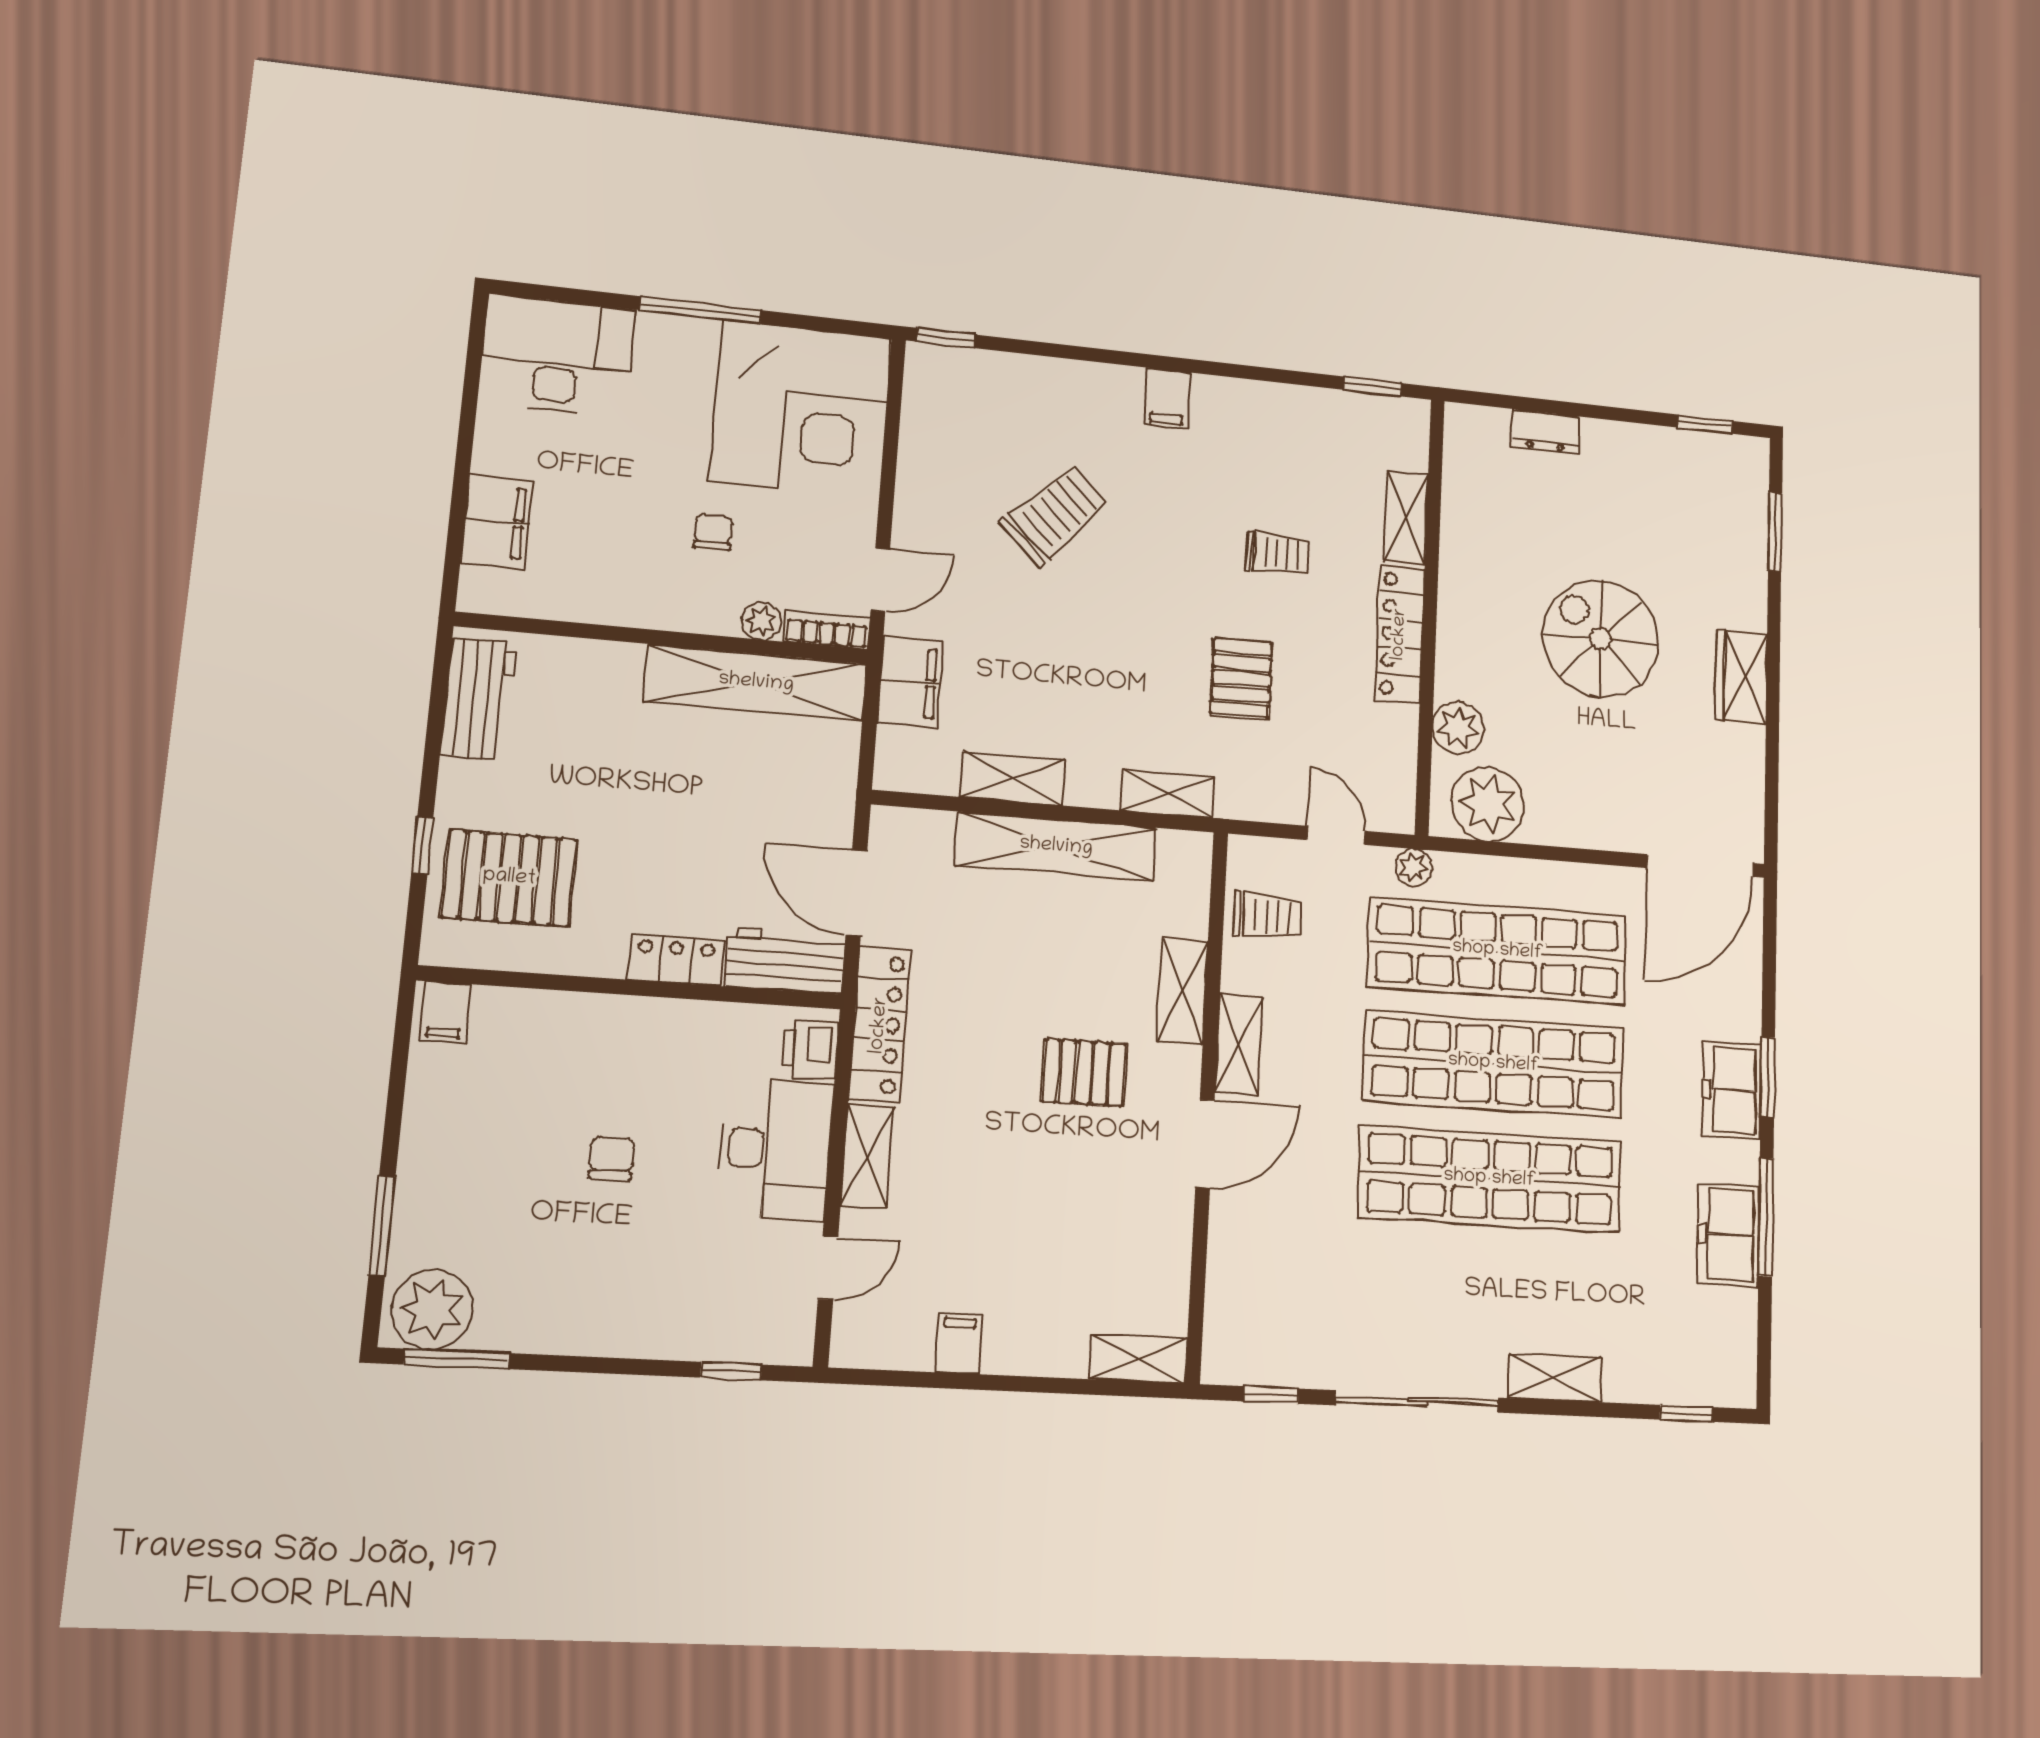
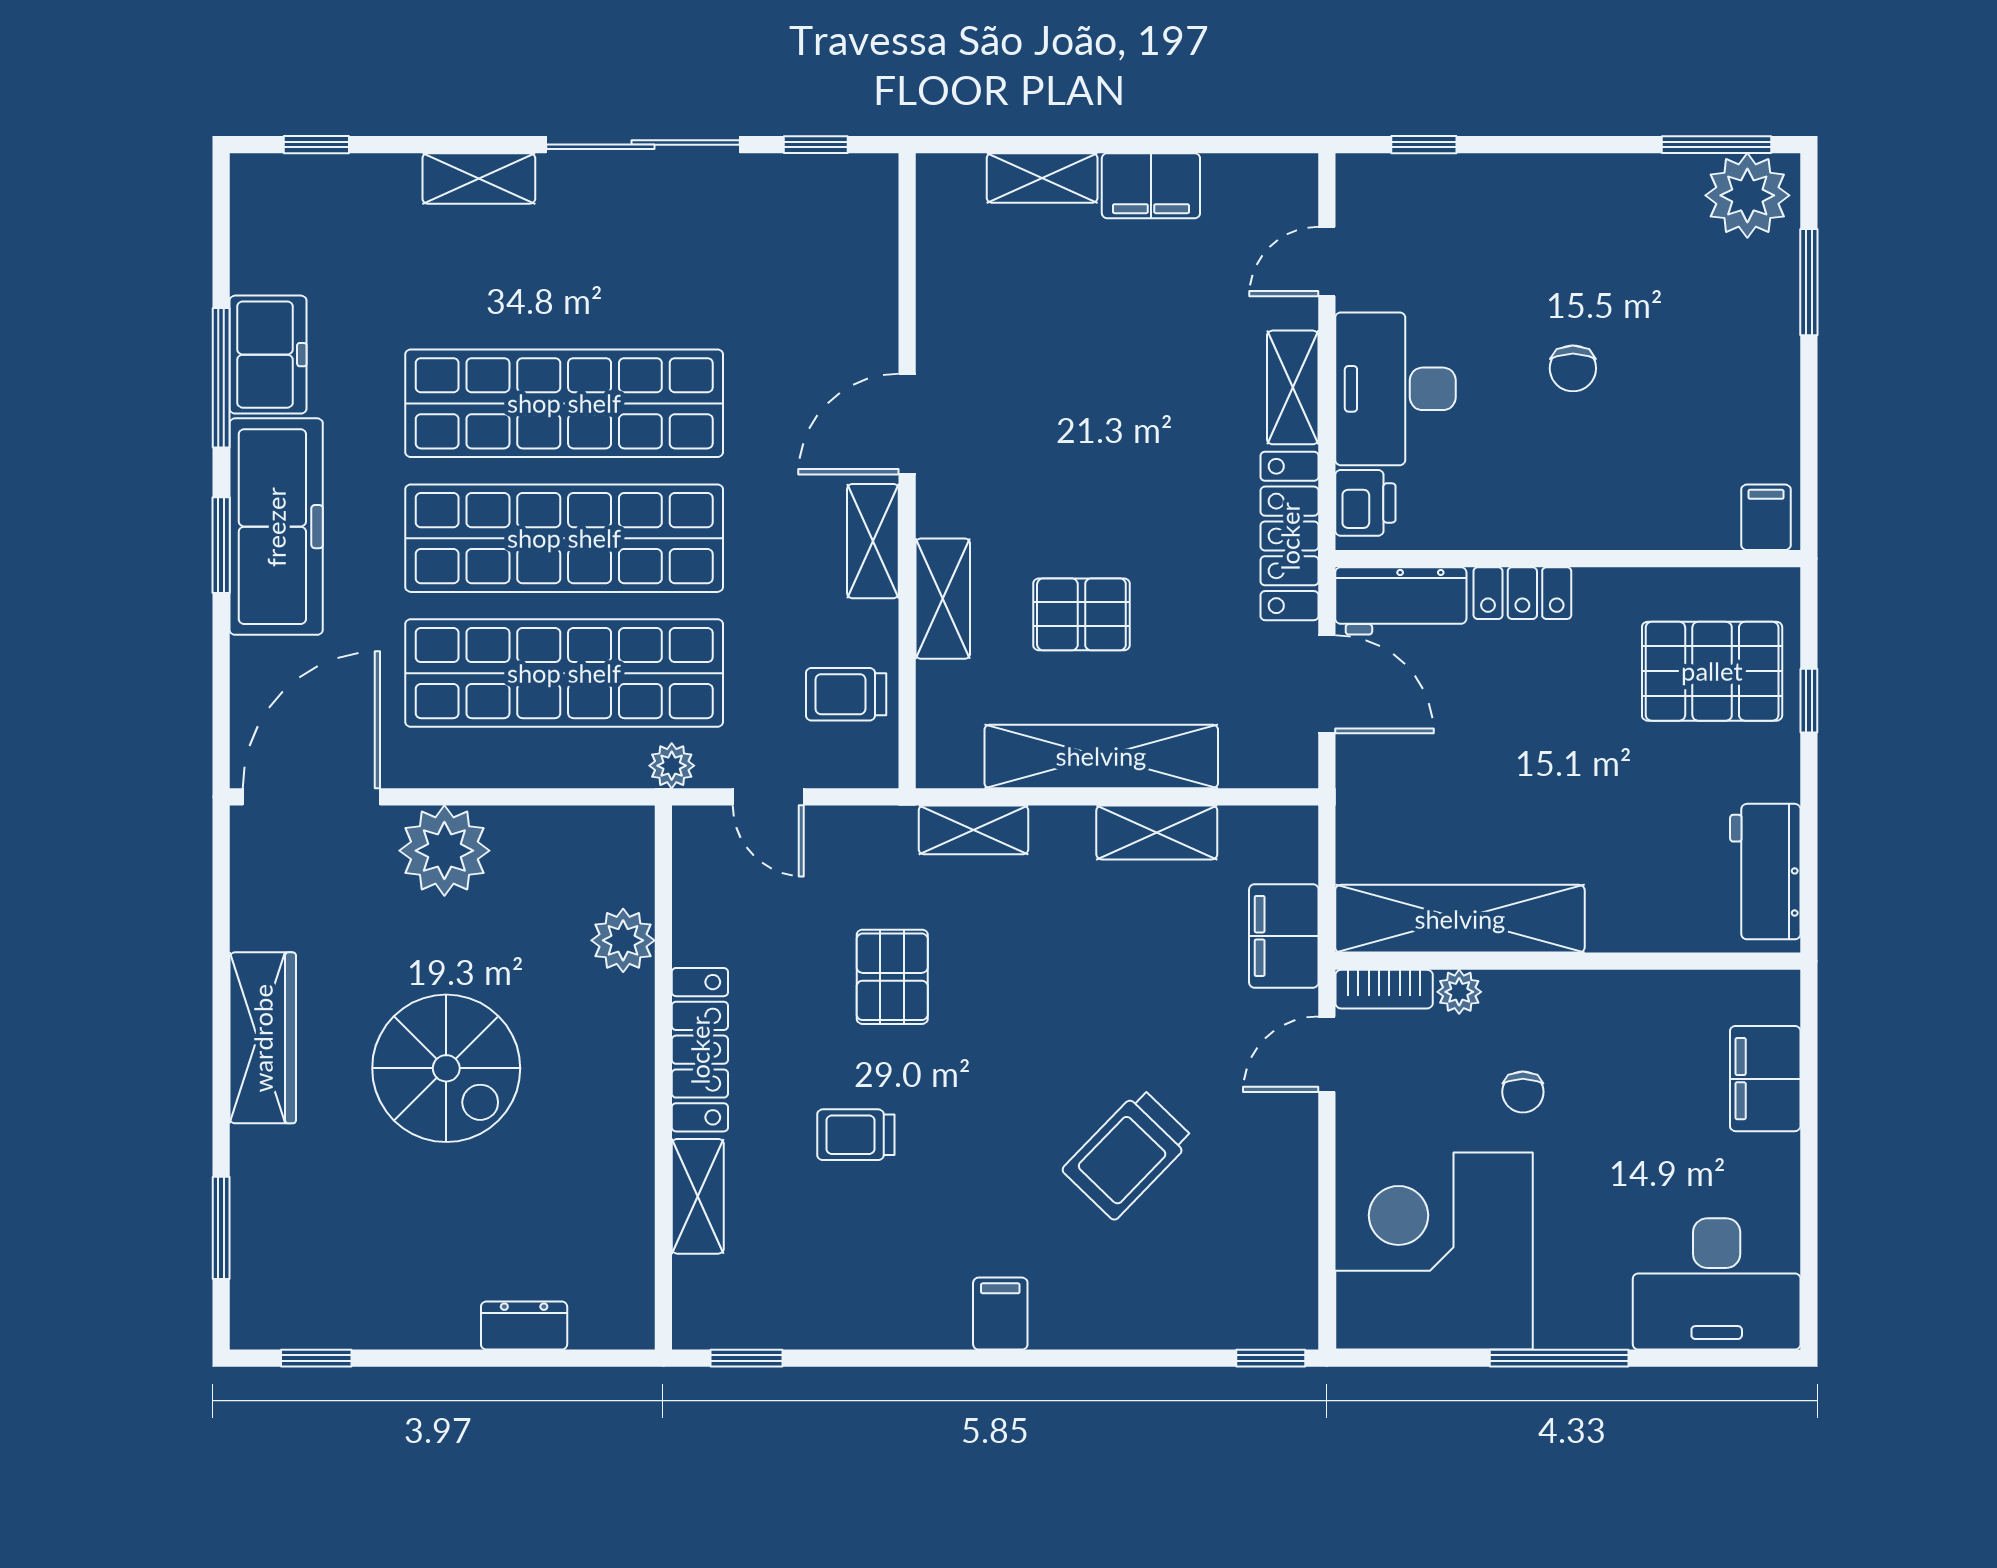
wardrobe: (1741, 676) -> (263, 1038), width x1.50
plant: (1488, 804) -> (444, 851), moved
pallet: (1084, 1073) -> (1081, 614), moved
freezer: (1732, 1090) -> (276, 527), width x1.91, depth x1.26
filing cabinet: (959, 1343) -> (1151, 186), width x2.00
shelving: (1138, 1359) -> (1042, 178), moved

